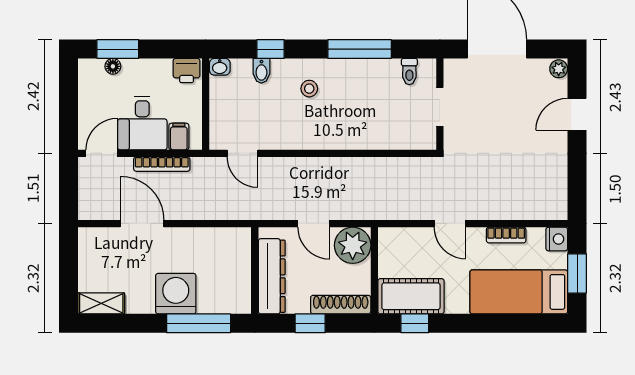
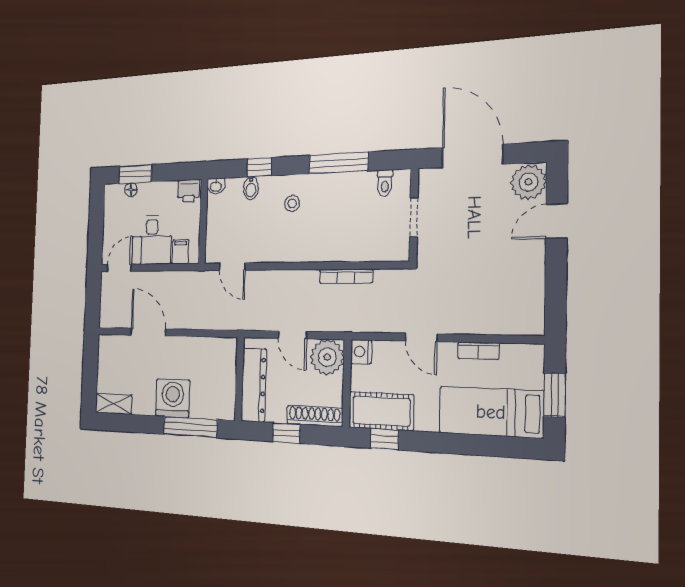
plant: (559, 69) -> (529, 182), width x1.87, depth x1.87
bookcase: (162, 164) -> (346, 276), moved
nightstand: (557, 239) -> (361, 352), moved, turned 180

